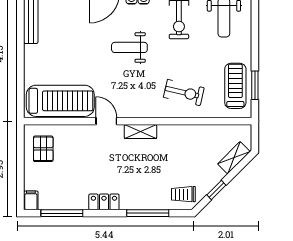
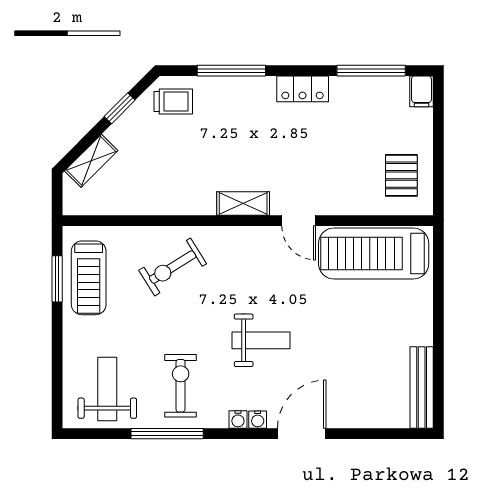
exercise bike: (184, 92) -> (173, 267), turned -45

